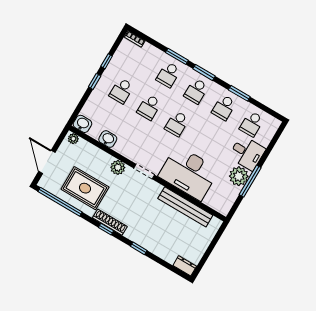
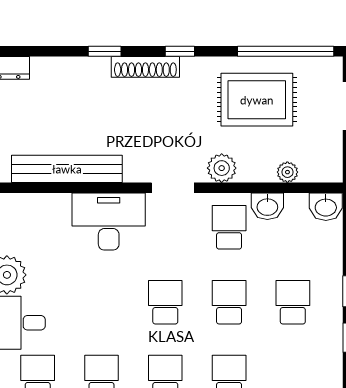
plant: (73, 139) -> (287, 172), moved
school desk: (130, 140) -> (229, 227), added
desk: (189, 173) -> (109, 222), width x0.73, depth x0.77
shoe rack: (110, 222) -> (145, 67), moved

